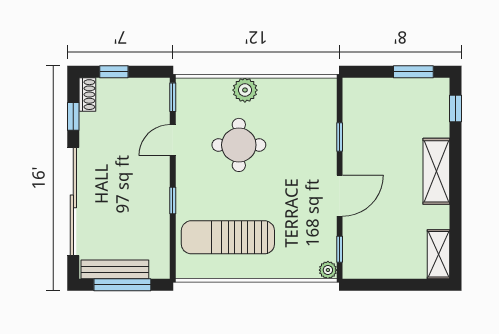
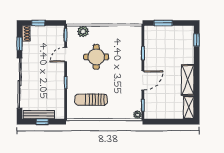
window: (413, 72) -> (163, 23), moved
plant: (245, 90) -> (83, 31), moved
shelving: (436, 171) -> (188, 80), moved
sun lounger: (228, 237) -> (91, 100), width x0.73, depth x0.75
window: (122, 285) -> (42, 122), width x0.46

